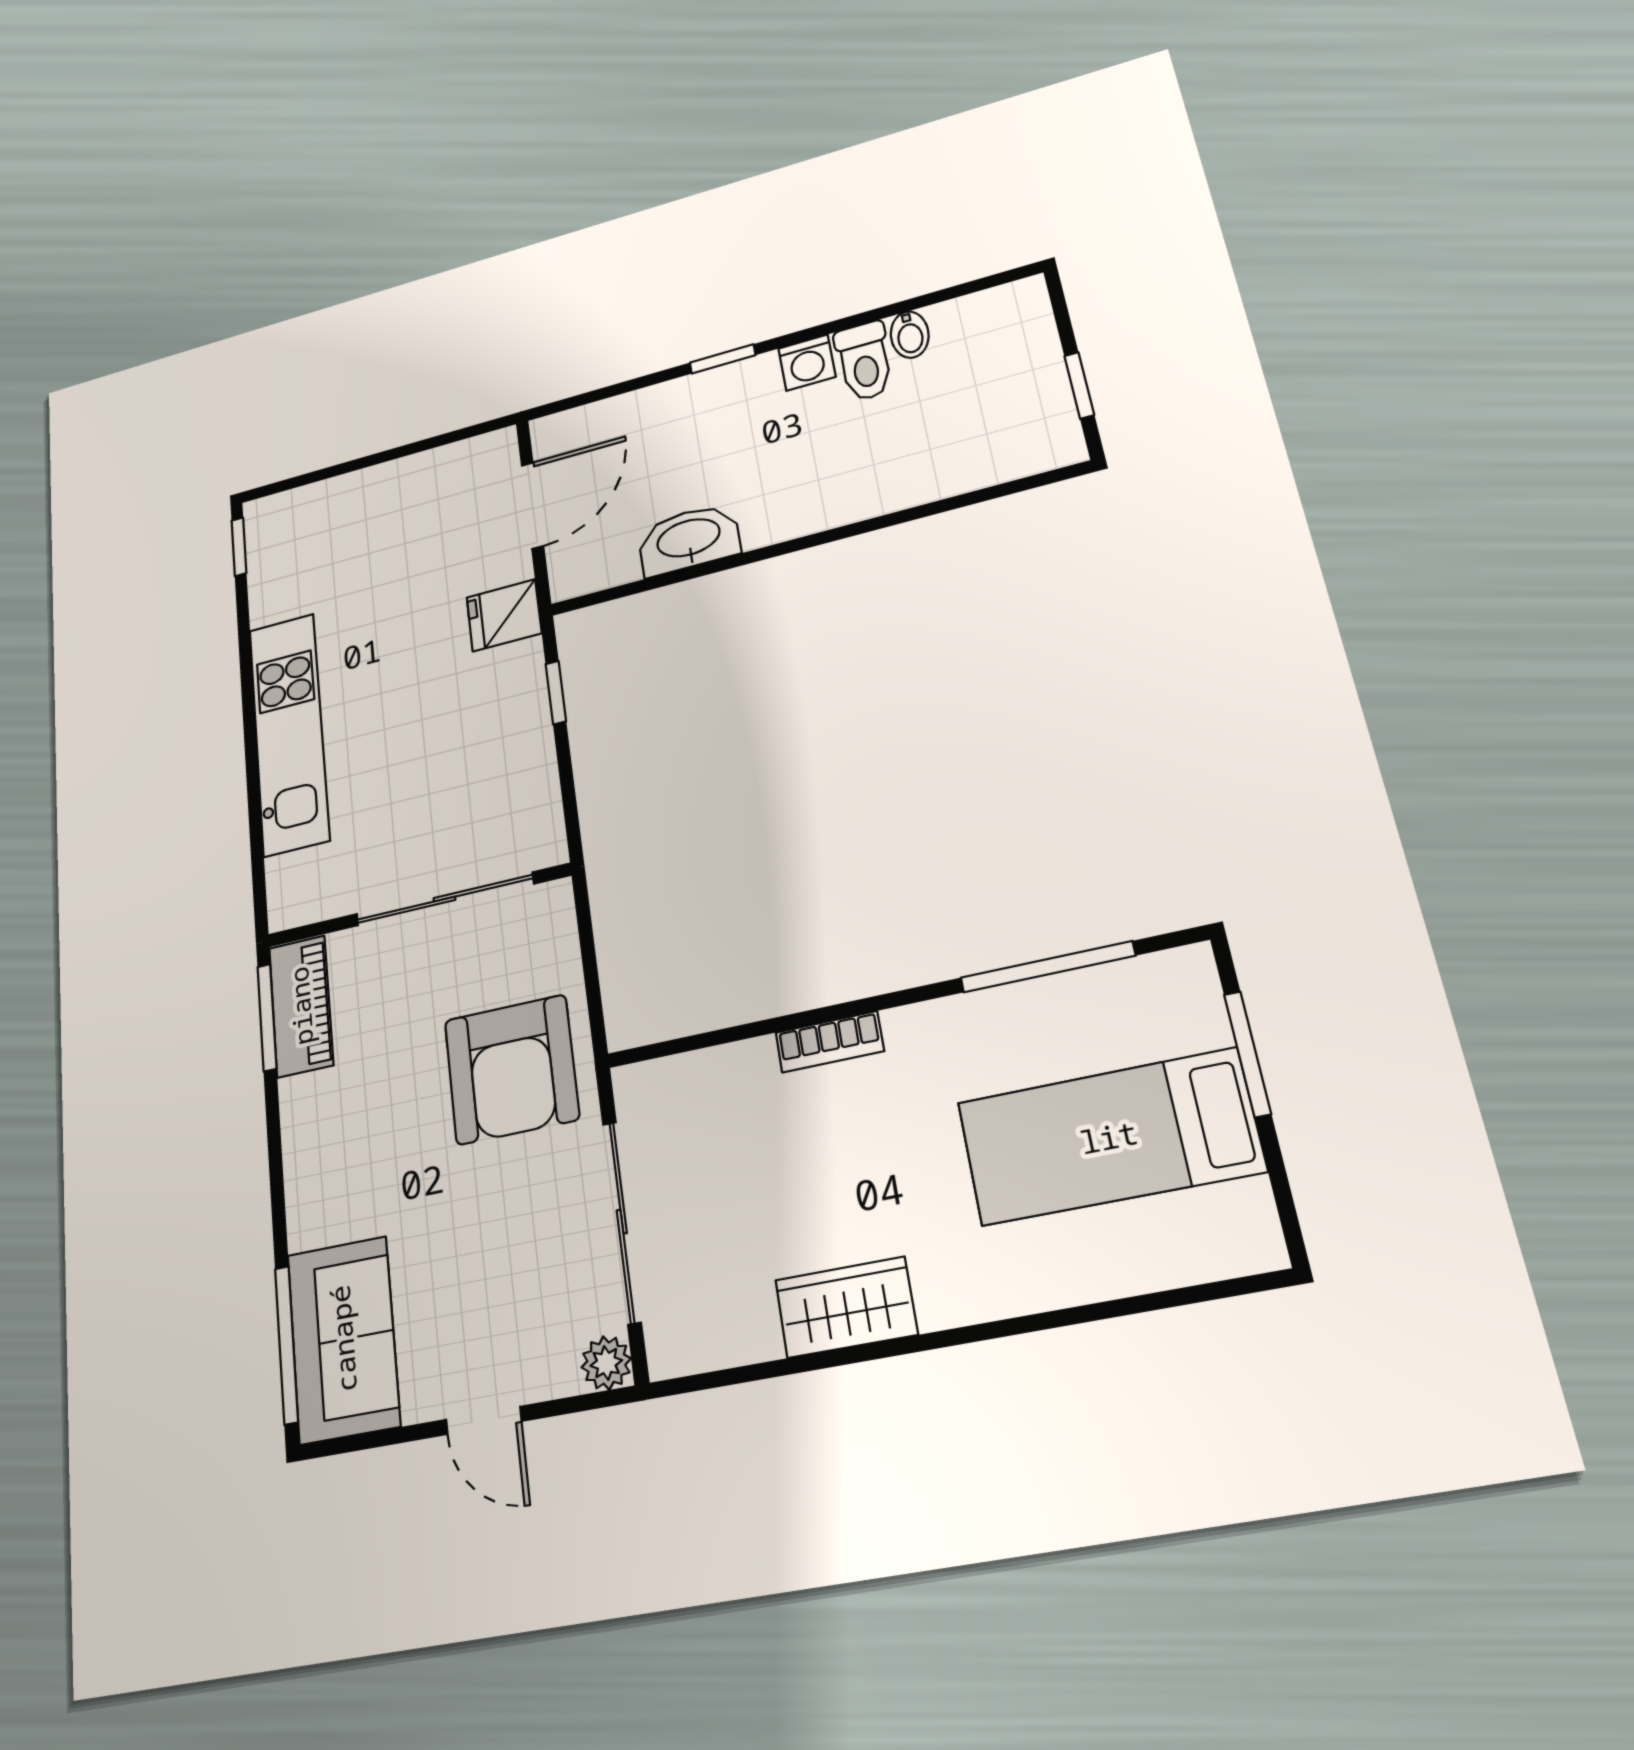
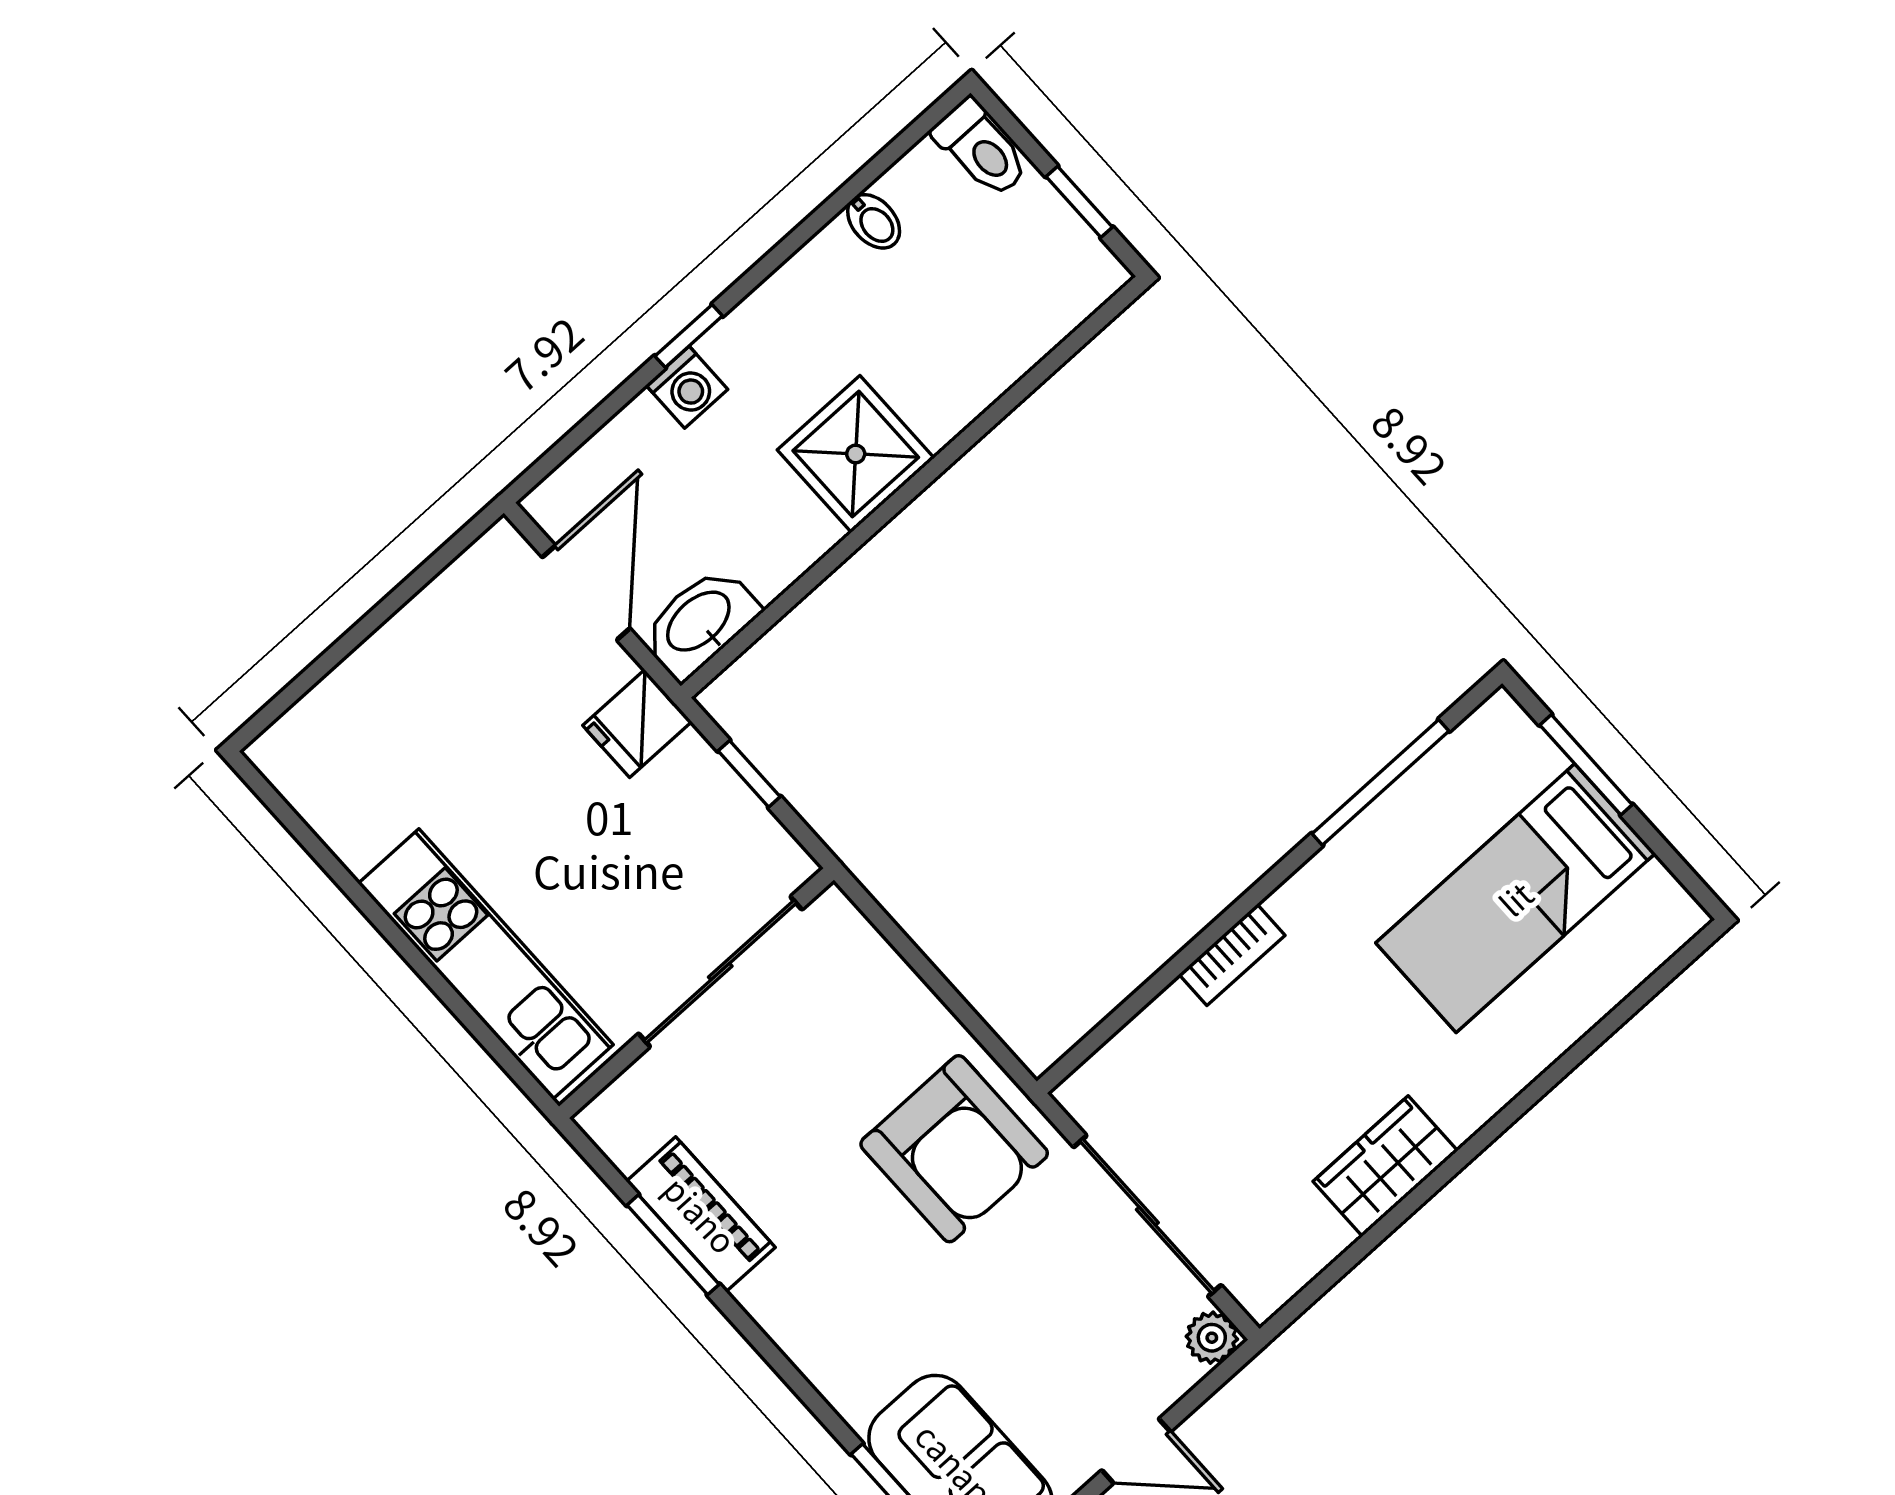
toilet: (864, 361) -> (981, 148), moved
washing machine: (807, 363) -> (687, 387), moved
shower: (787, 496) -> (856, 454), added
washbasin: (689, 539) -> (700, 623), moved
window: (239, 547) -> (273, 800), removed
sliding door: (444, 899) -> (720, 972), moved
wall: (417, 905) -> (696, 993), moved

